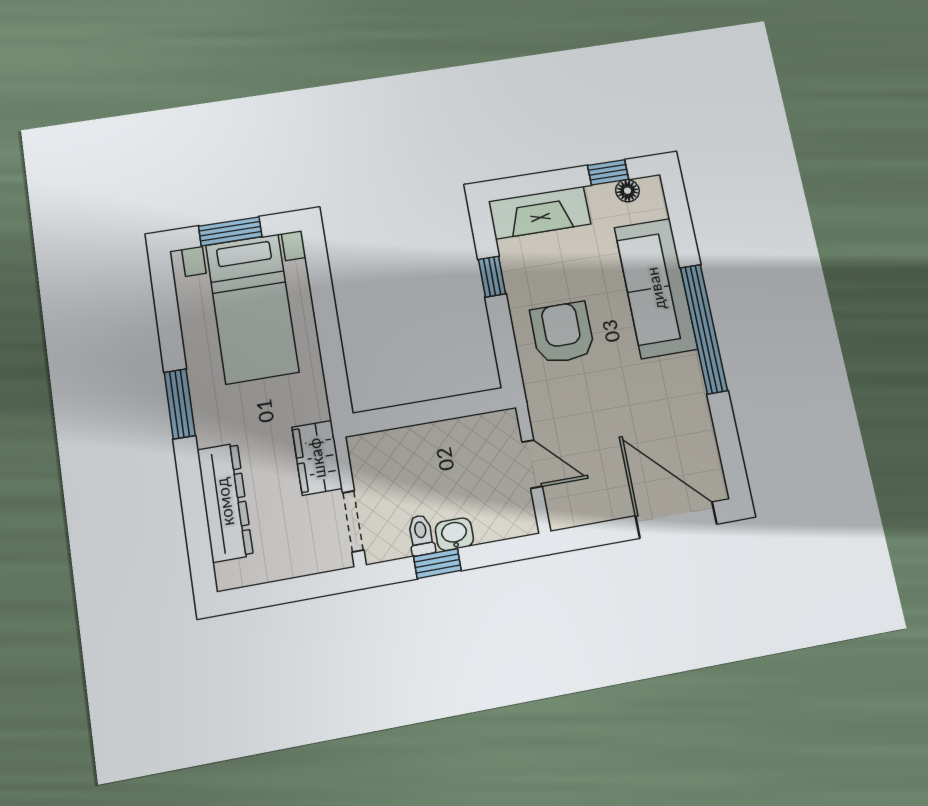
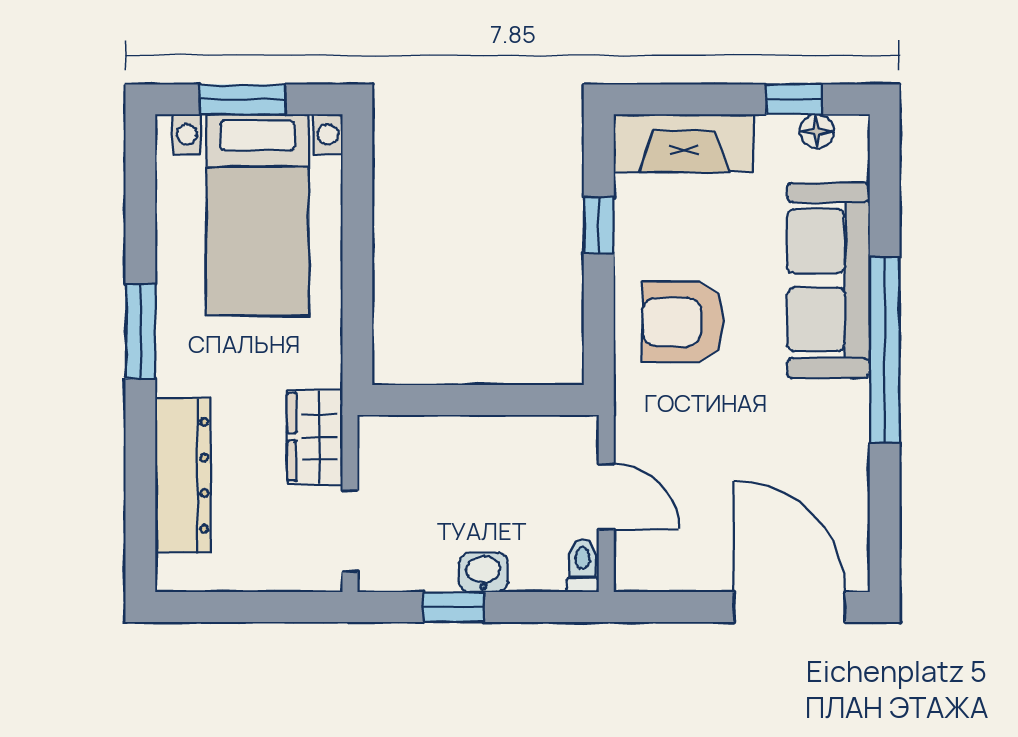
armchair: (562, 333) -> (683, 322), turned -90
toilet: (421, 535) -> (582, 566), moved

